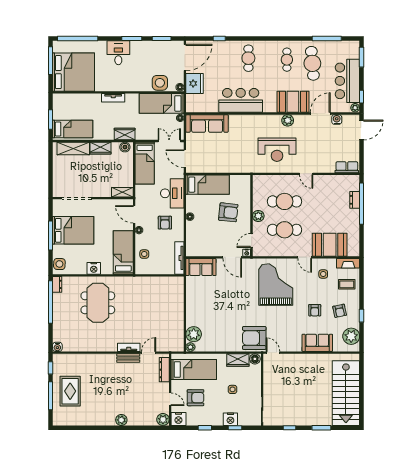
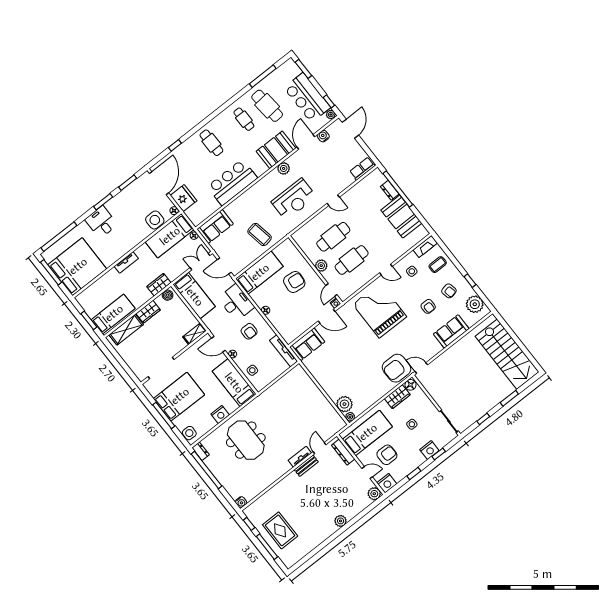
sofa: (207, 124) -> (215, 227), width x0.73
coffee table: (230, 156) -> (260, 235), added
booth: (330, 245) -> (401, 217), moved, turned 90

